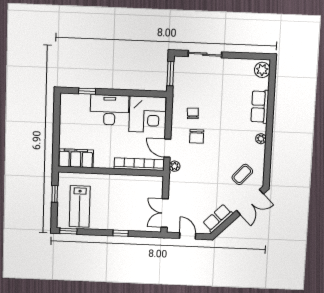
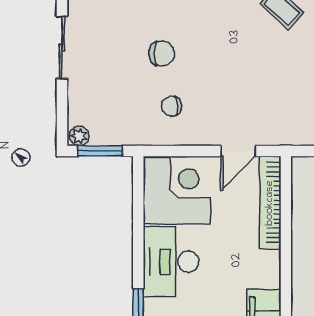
sliding door: (205, 54) -> (62, 48), moved
chair: (197, 136) -> (162, 53), moved
plant: (175, 166) -> (79, 136), moved

